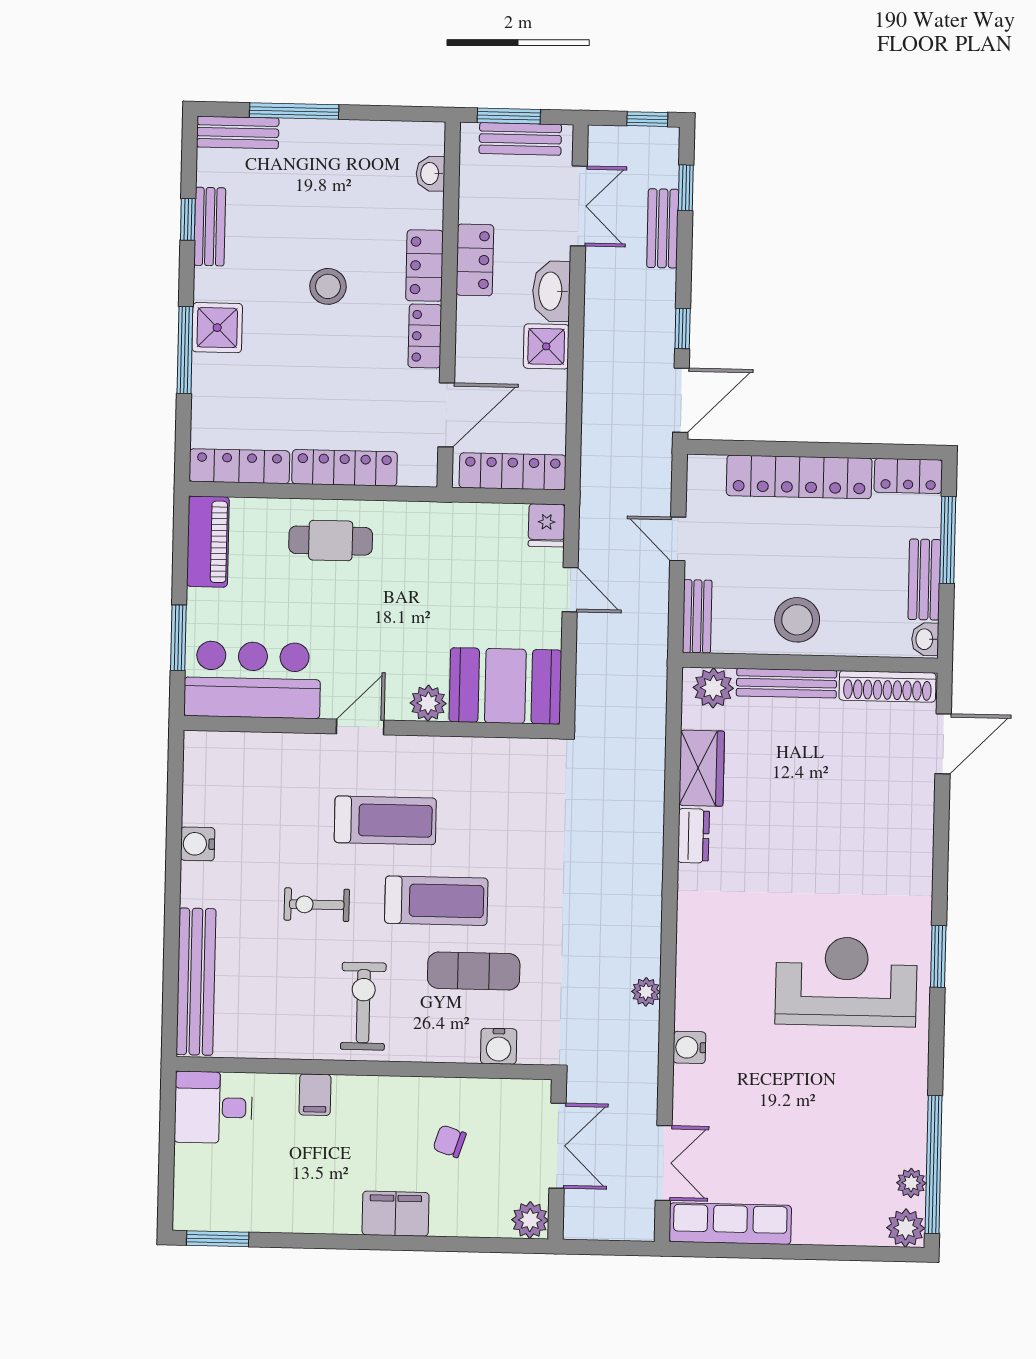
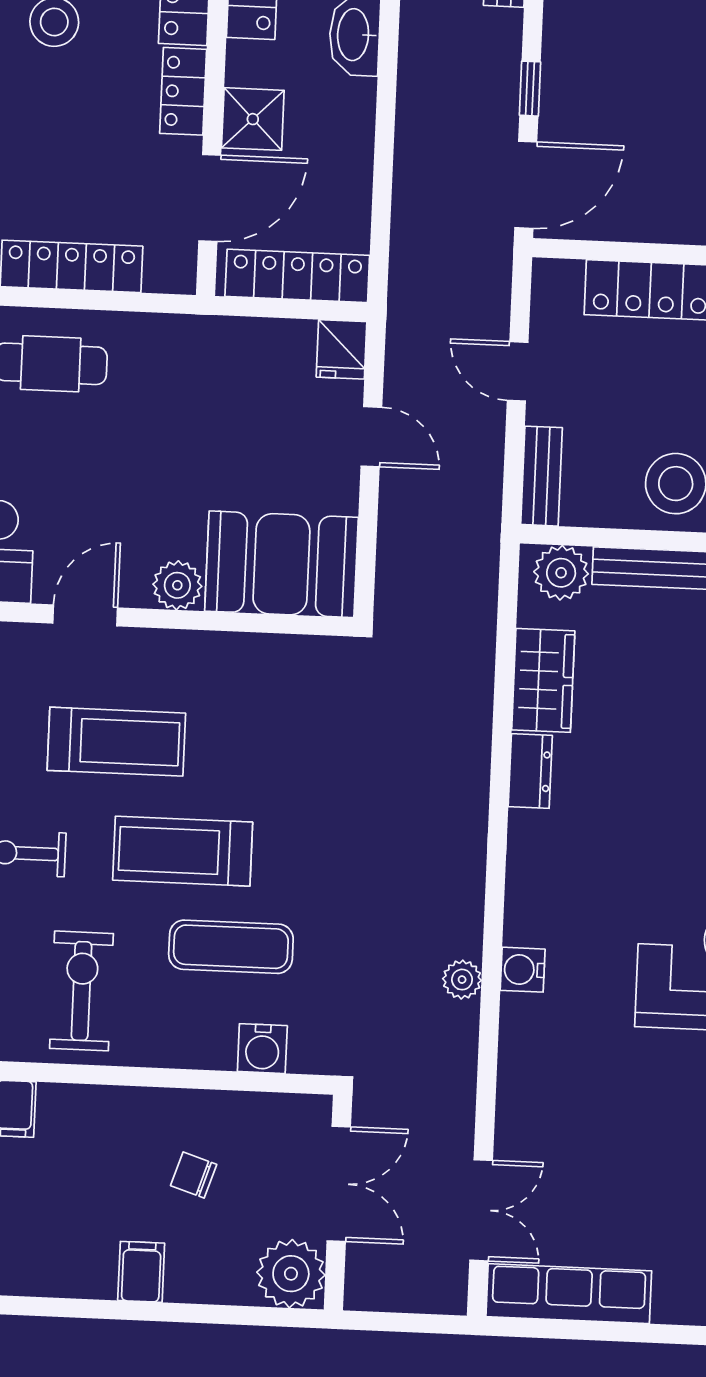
shower: (546, 346) -> (253, 119), moved
treadmill: (436, 901) -> (183, 851), turned 180
water cooler: (689, 1047) -> (523, 970), moved
filing cabinet: (396, 1214) -> (141, 1272), width x0.50
plant: (530, 1220) -> (291, 1274), width x1.36, depth x1.36

